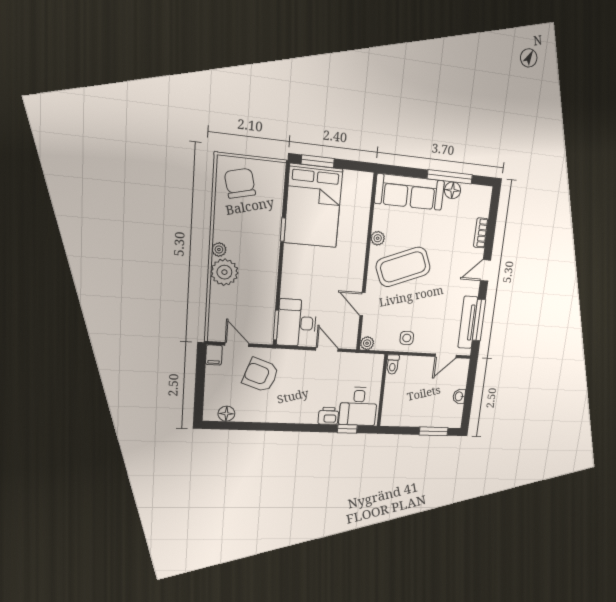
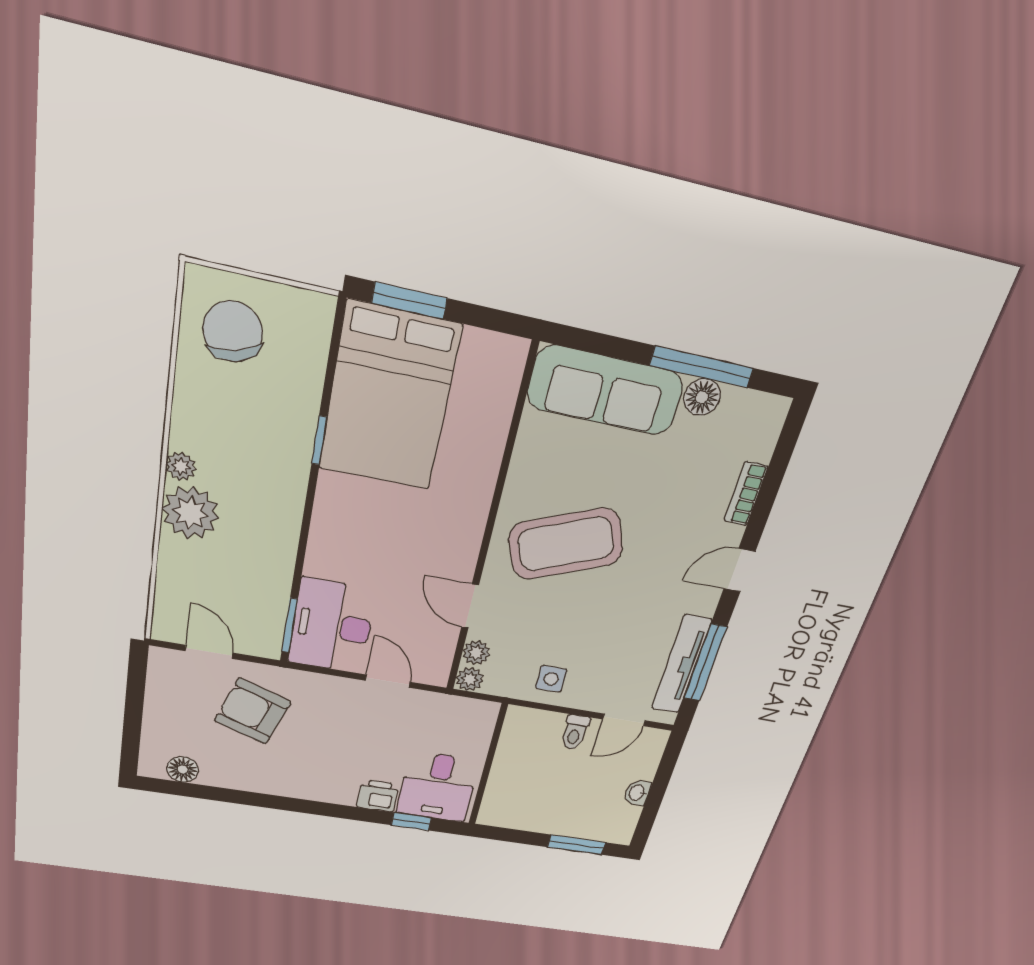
plant: (378, 238) -> (476, 653), moved
filing cabinet: (214, 355) -> (163, 665), removed
toilet: (393, 364) -> (575, 732), moved

